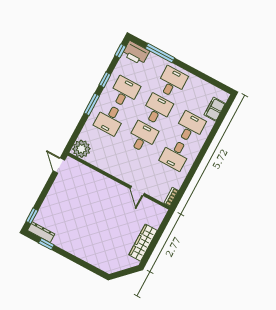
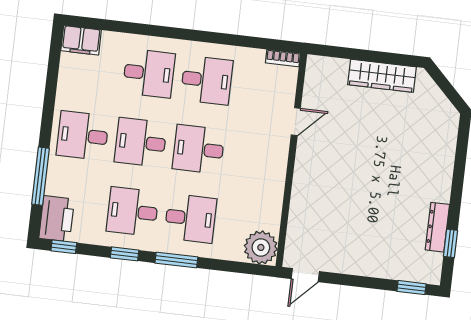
filing cabinet: (215, 109) -> (81, 40), moved
desk: (190, 127) -> (149, 73), turned 180
dresser: (41, 232) -> (437, 227), moved

